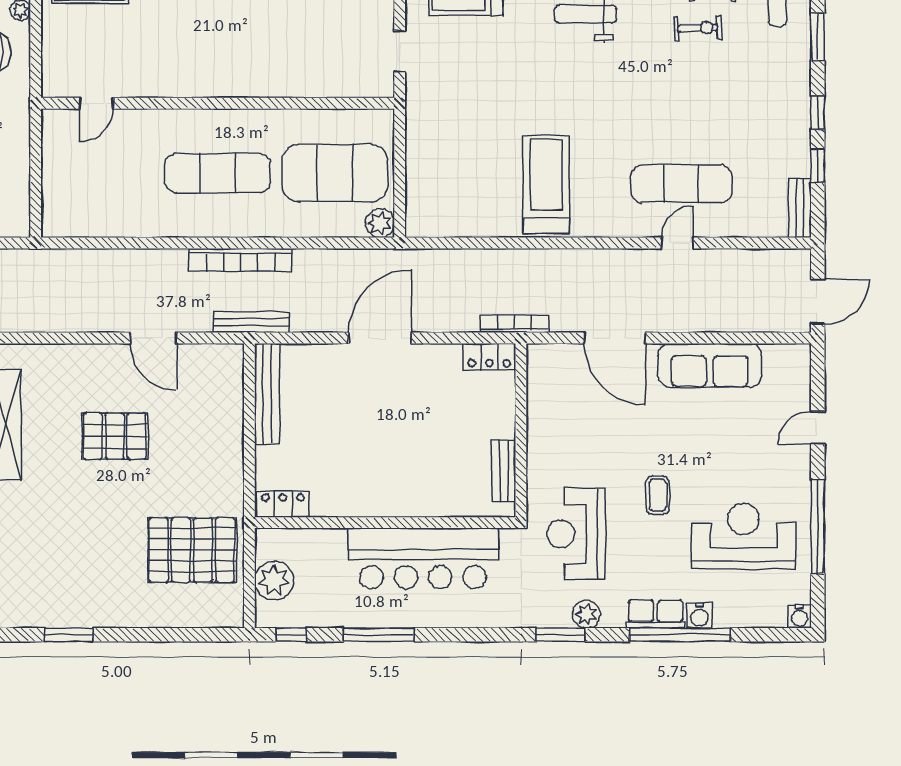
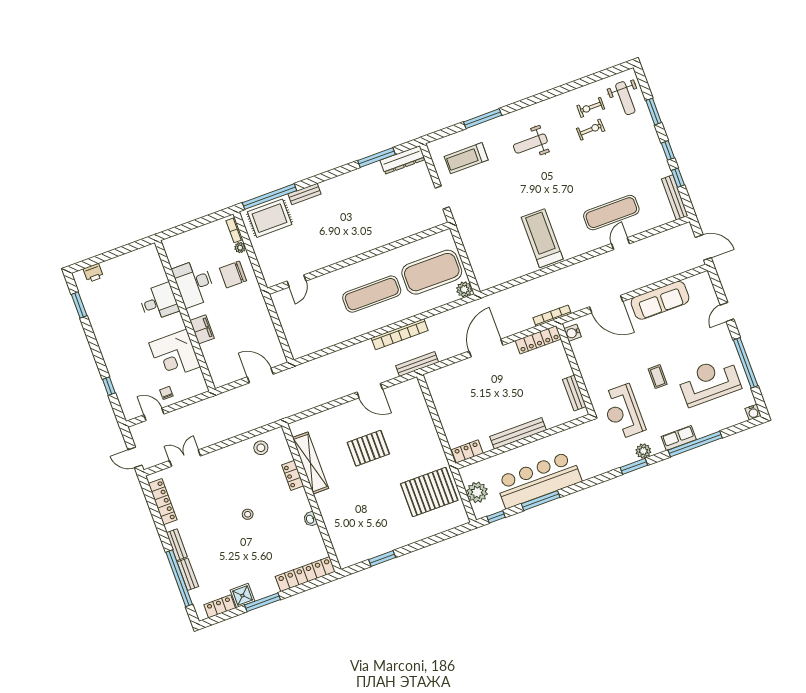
bench: (800, 208) -> (675, 197), width x1.36
door: (818, 302) -> (703, 247), hinge flipped
locker: (489, 357) -> (538, 340), width x1.53
bench: (267, 394) -> (518, 433), moved, turned 90
bar counter: (423, 558) -> (538, 480), moved, turned 180
water cooler: (700, 615) -> (573, 333), moved, turned 90

